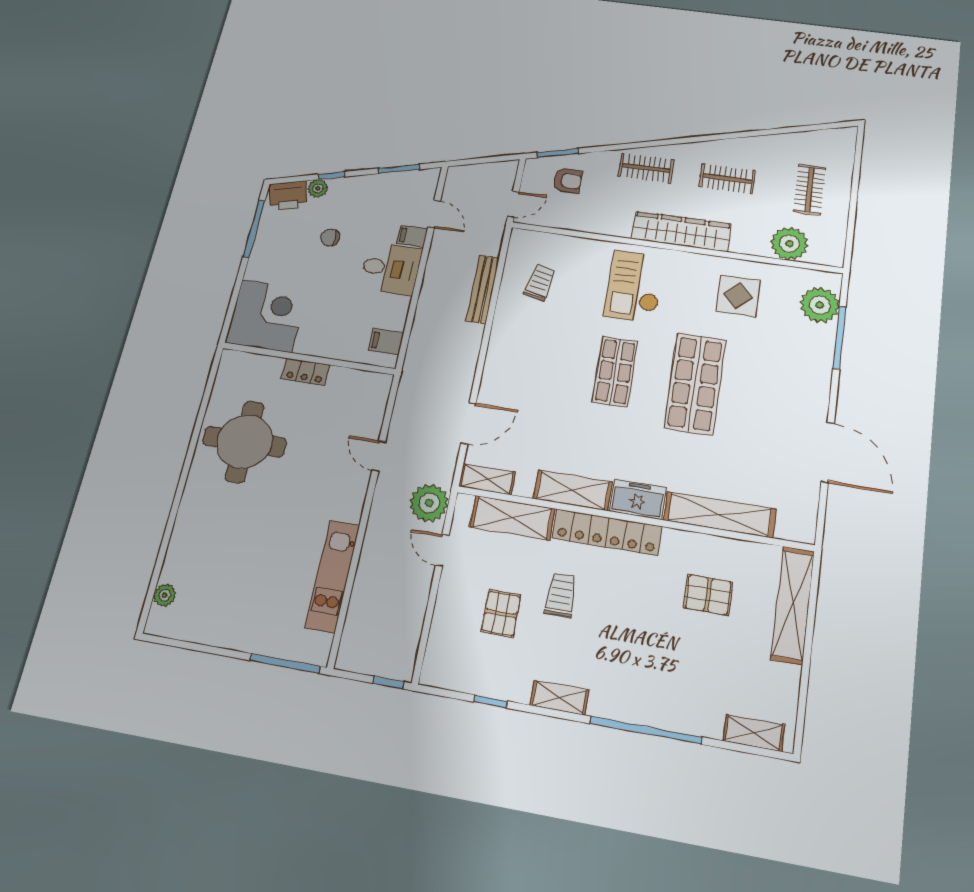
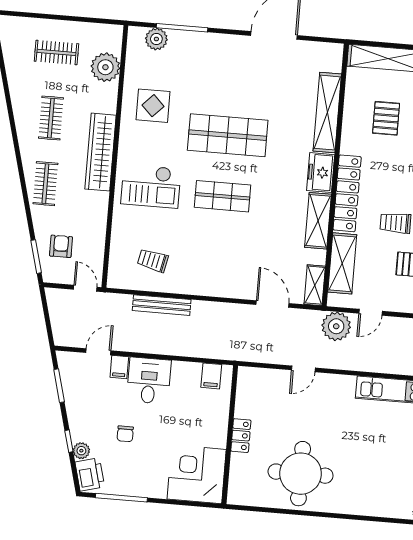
plant: (820, 305) -> (156, 39), width x0.73, depth x0.73

